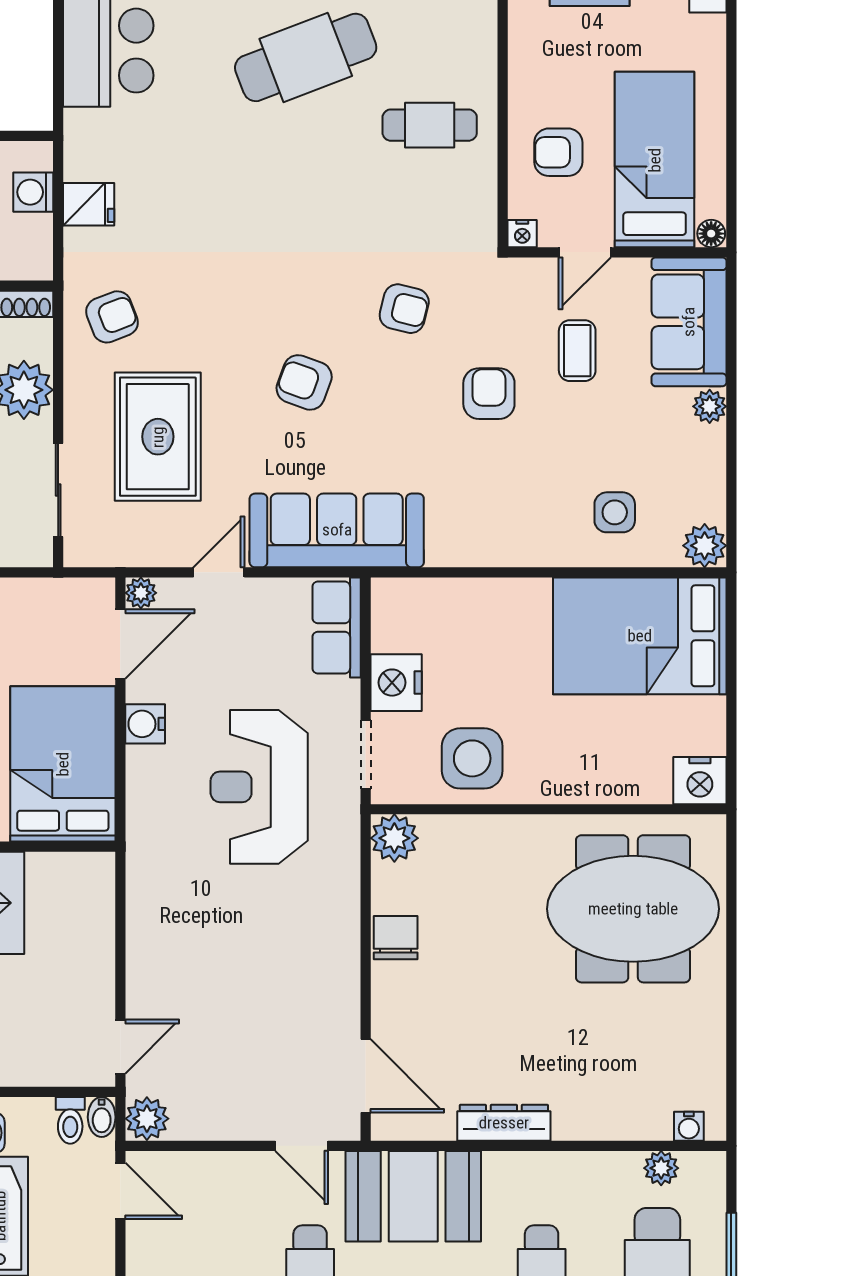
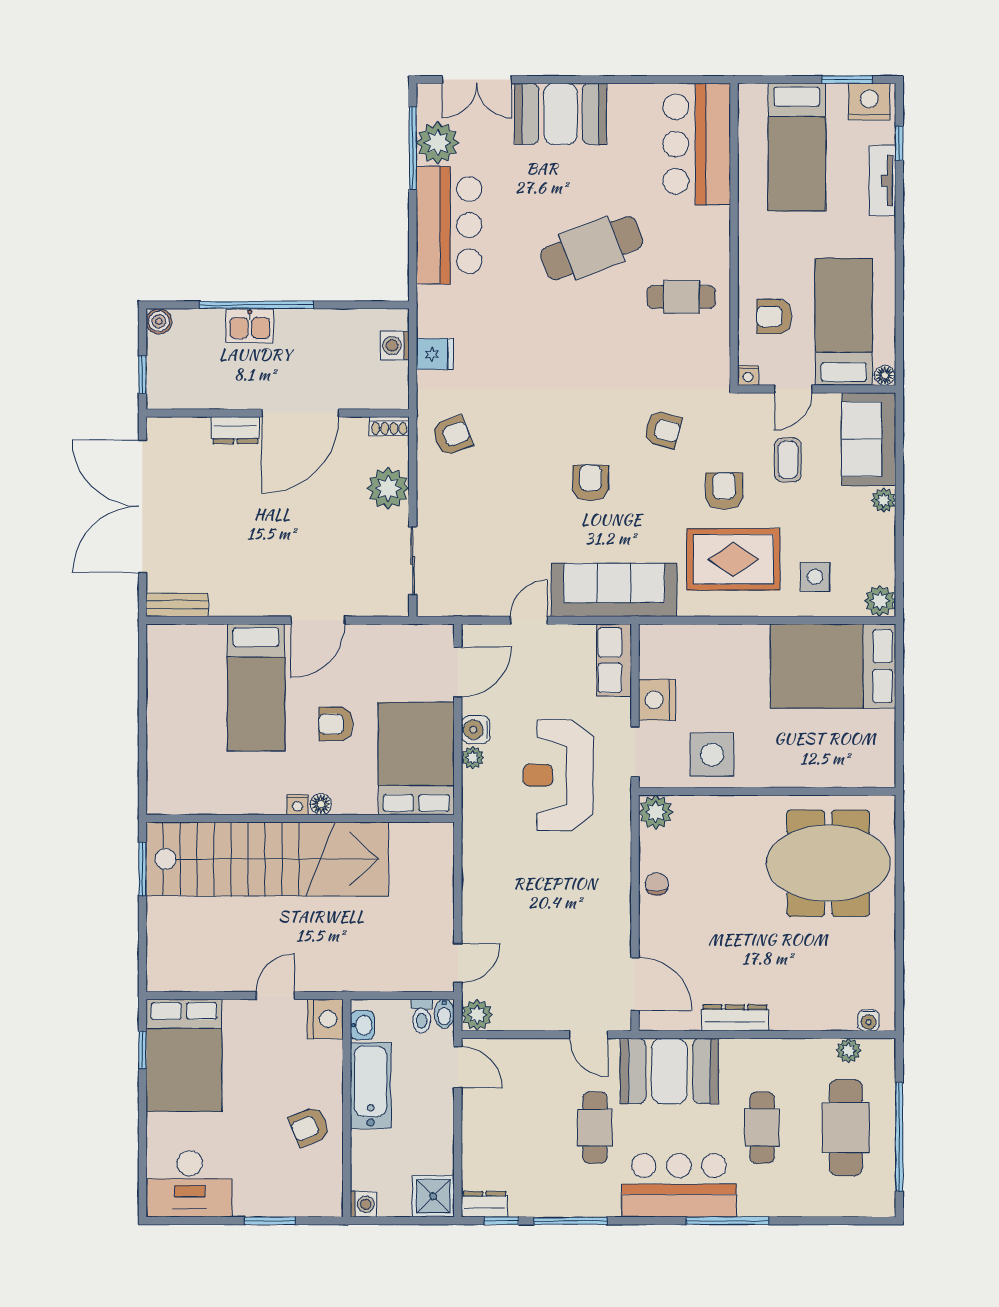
armchair: (304, 382) -> (591, 483), turned 70
rug: (158, 437) -> (733, 559), moved, turned 90
plant: (141, 593) -> (473, 758), moved
nightstand: (700, 781) -> (877, 771), removed
chair: (396, 938) -> (657, 884), width x0.73, depth x0.73

